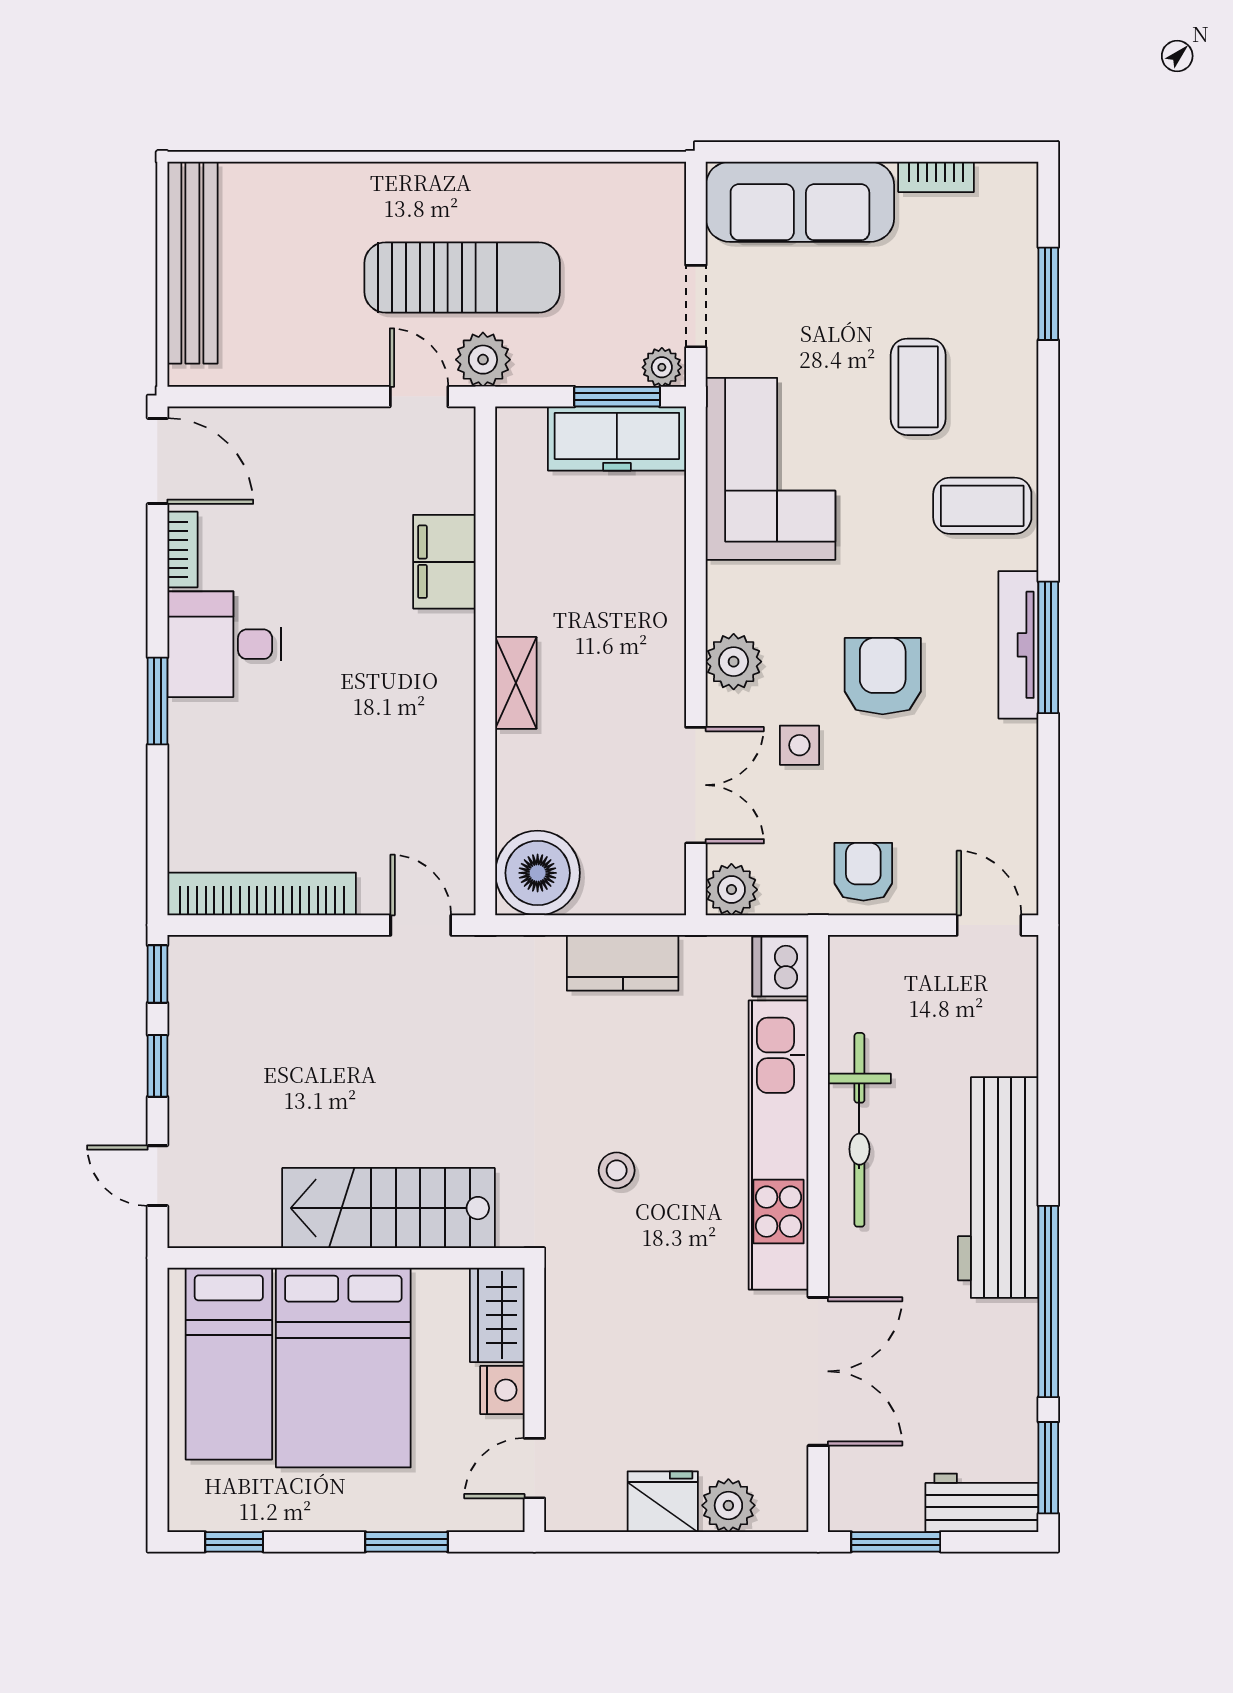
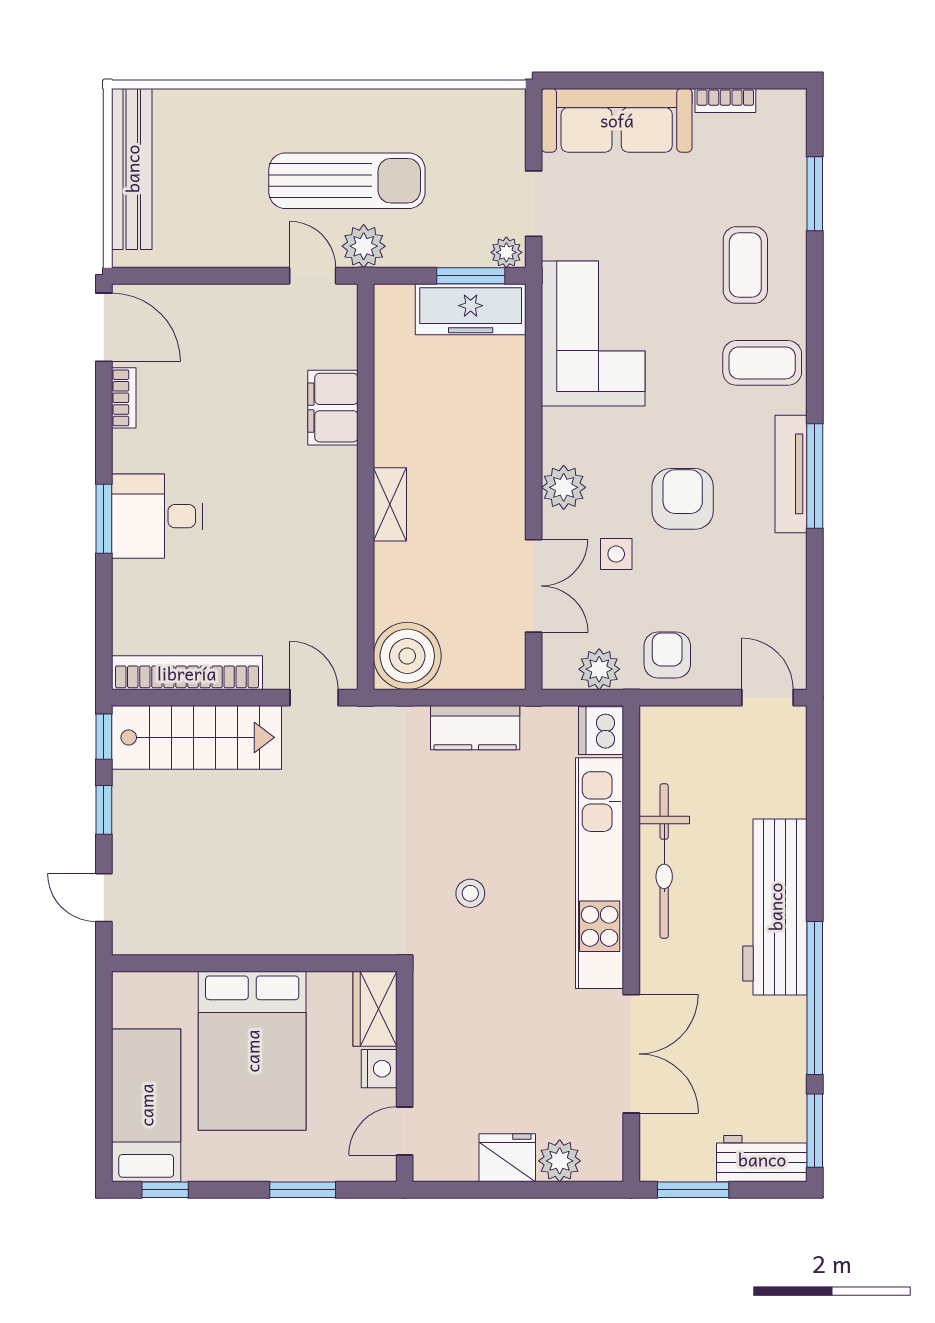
coffee table: (918, 387) -> (745, 265), moved
desk: (224, 644) -> (157, 516), moved
plant: (731, 890) -> (599, 669), moved
stairs: (389, 1208) -> (197, 737), moved, turned 180
bed: (229, 1364) -> (146, 1105), moved, turned 180

